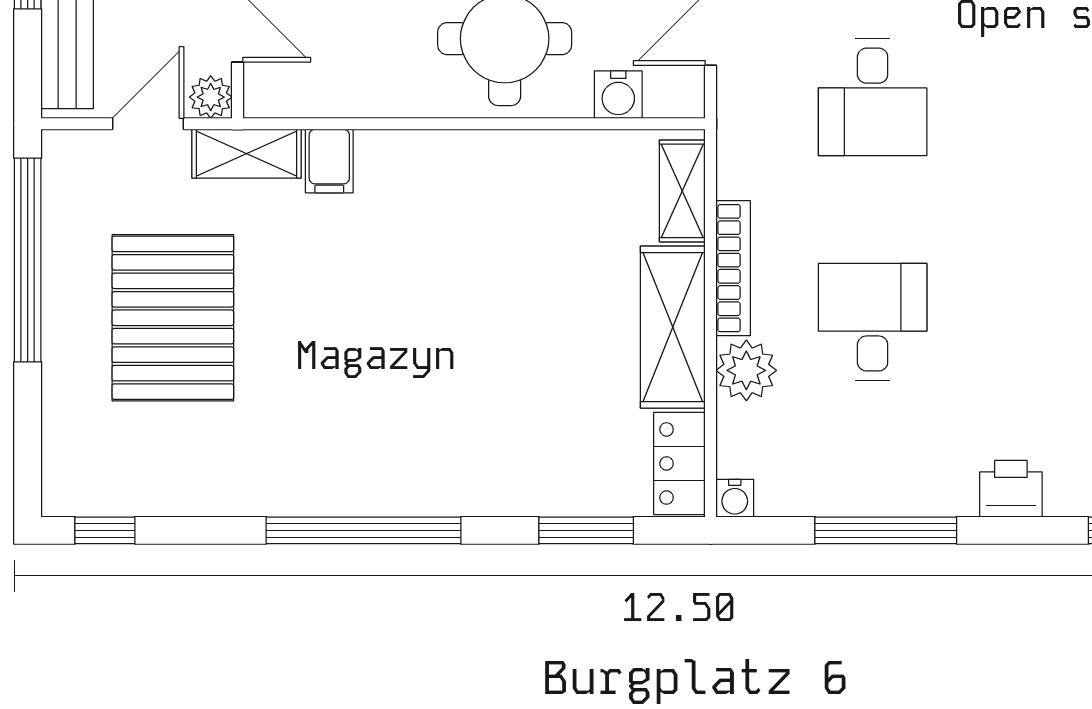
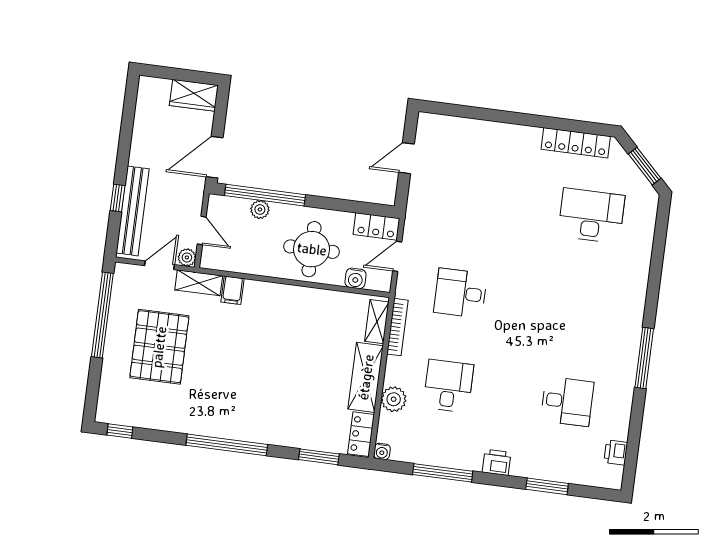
desk: (873, 97) -> (460, 293), turned 90
bookcase: (733, 268) -> (397, 327), moved

